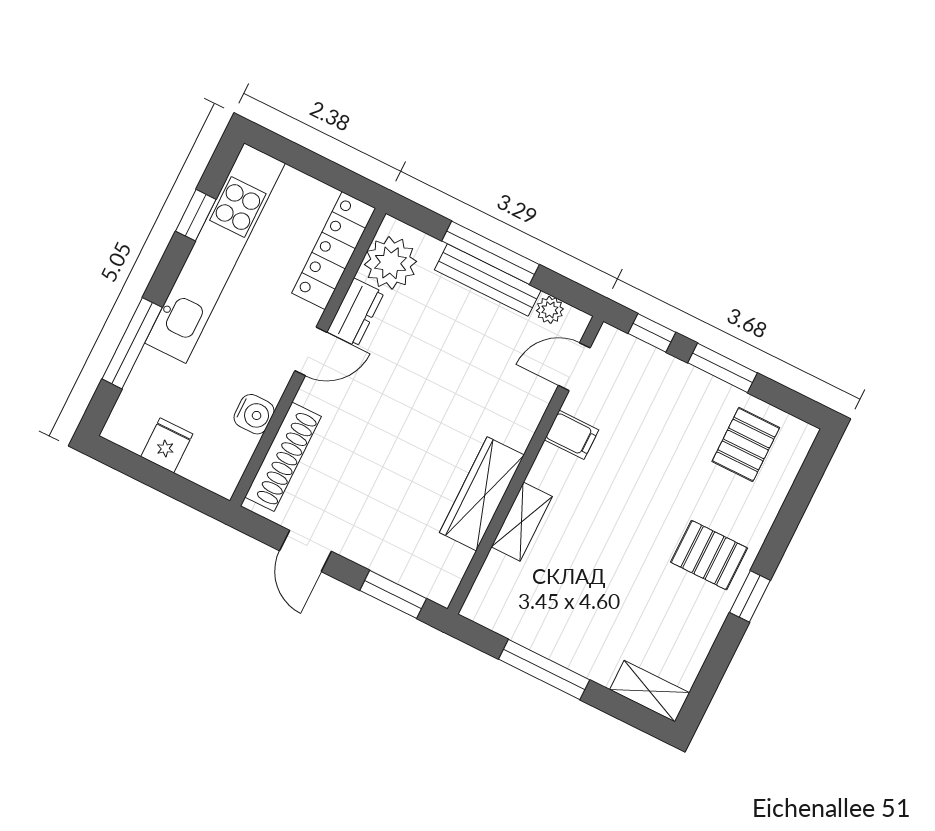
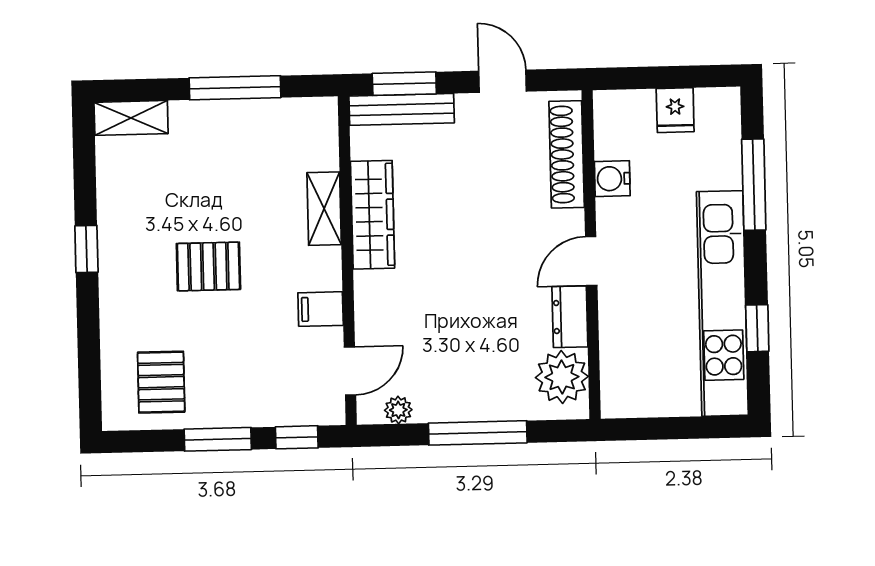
locker: (334, 251) -> (618, 361), removed
bench: (488, 280) -> (402, 109), moved
pallet: (709, 555) -> (208, 266), moved

